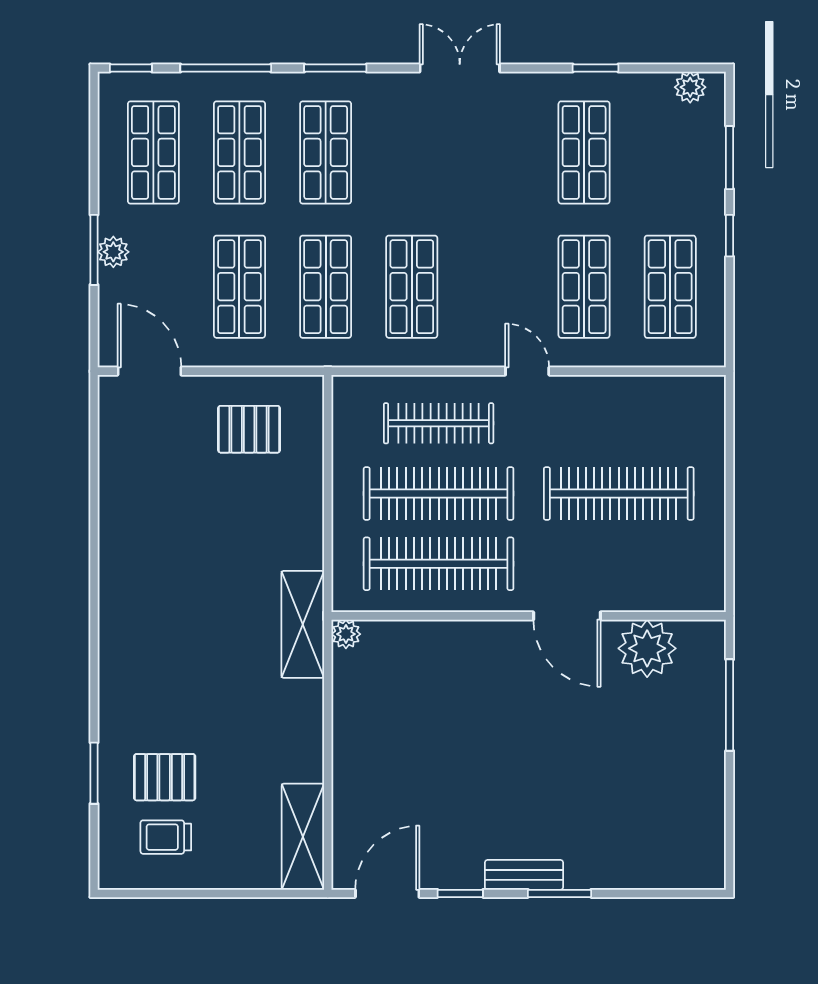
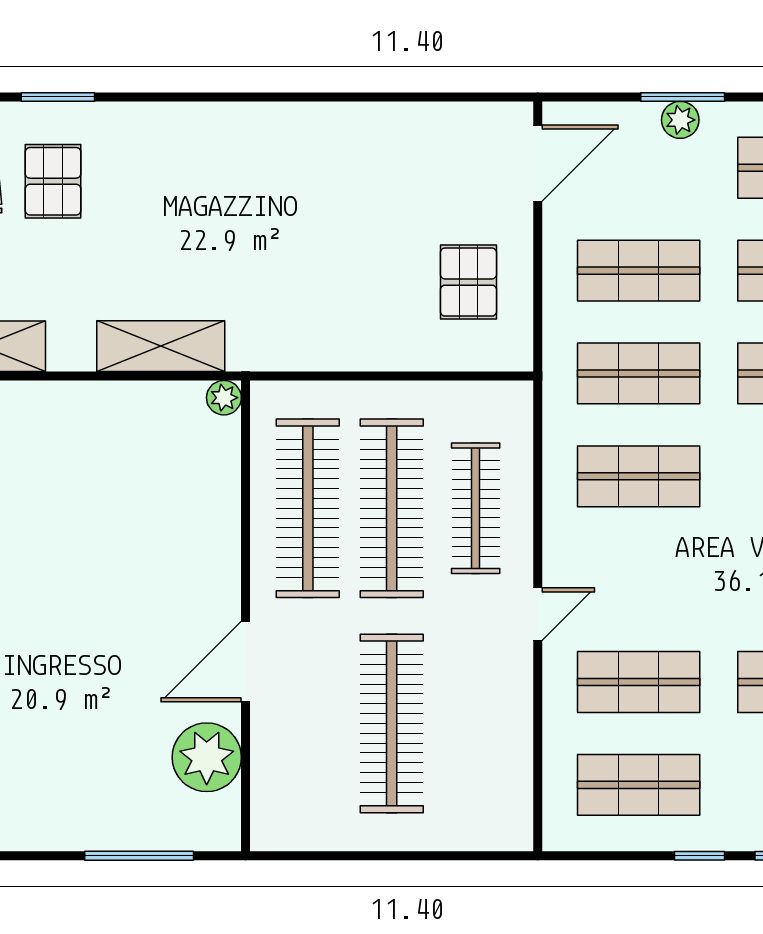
shelving: (303, 624) -> (161, 346), moved

